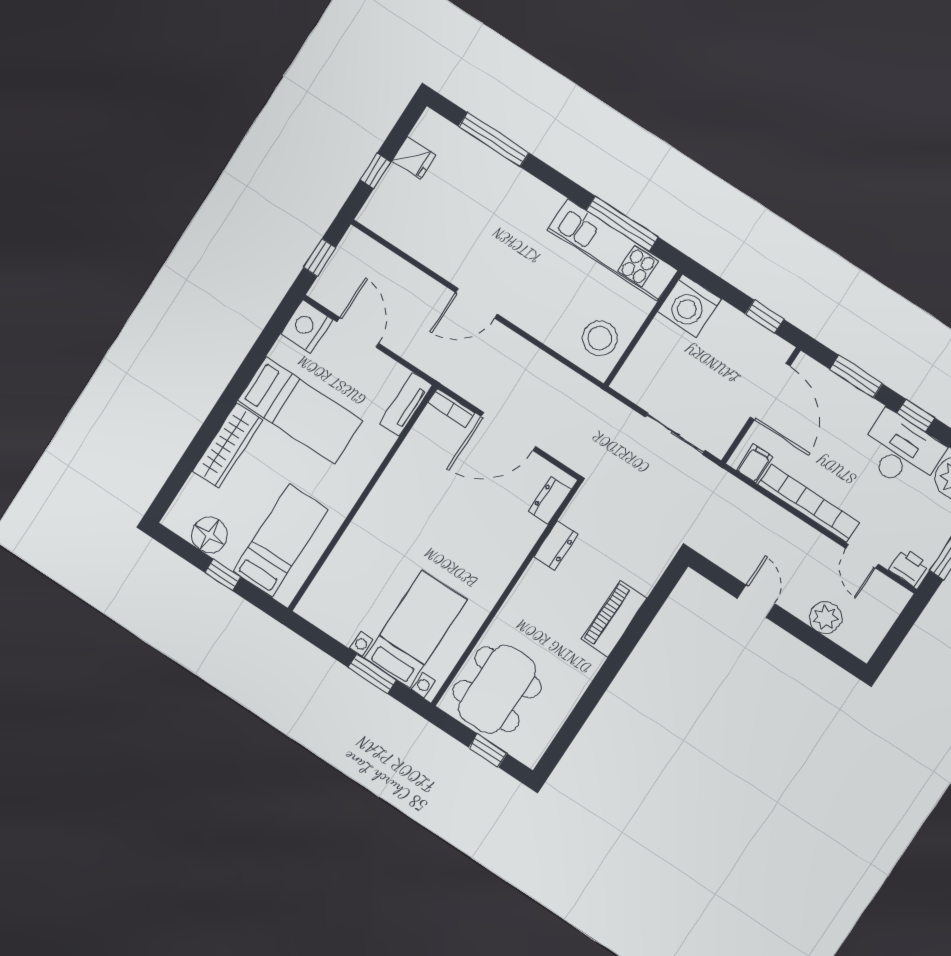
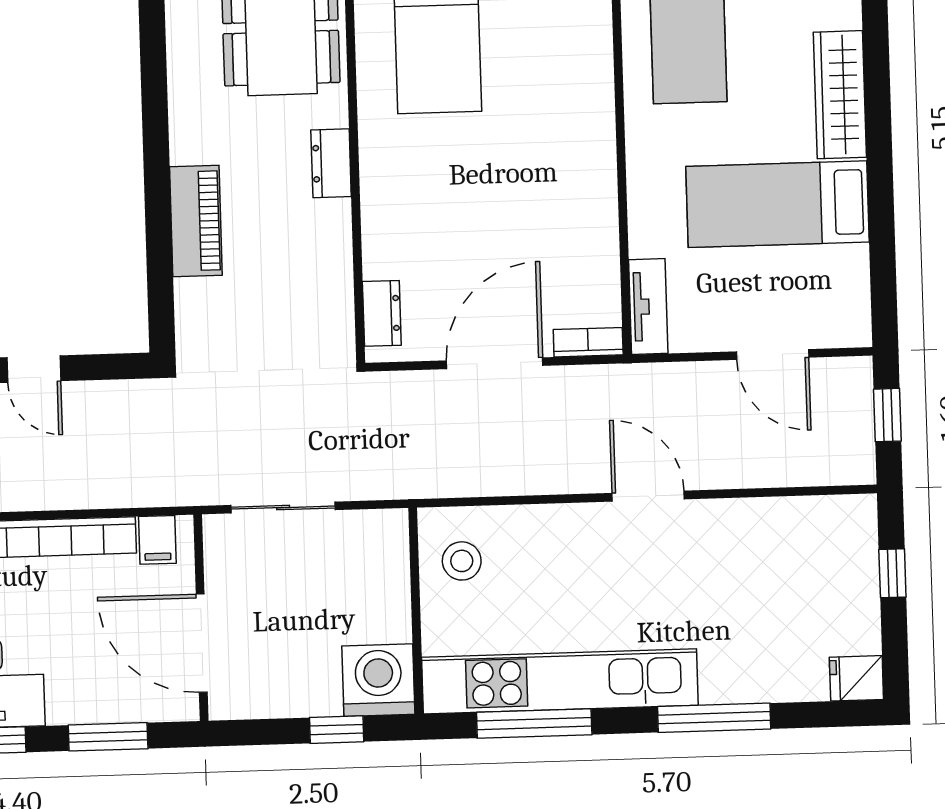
window: (494, 140) -> (714, 718), moved
fridge: (414, 158) -> (856, 678), moved
kitchen unit: (613, 250) -> (560, 681), width x1.36
door: (476, 303) -> (648, 496), hinge flipped
window: (764, 317) -> (337, 730), moved
nightstand: (307, 326) -> (843, 317), removed
stool: (600, 338) -> (462, 561), width x0.73, depth x0.73
dresser: (556, 545) -> (331, 163), moved

